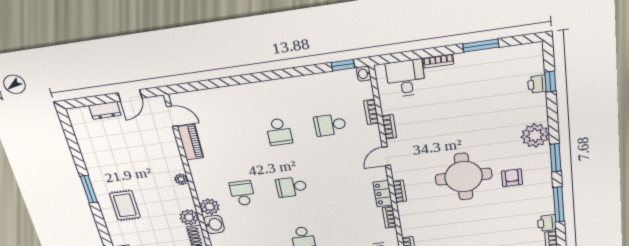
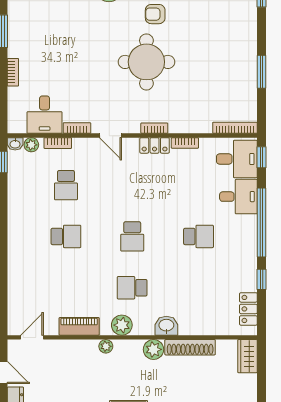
desk: (406, 78) -> (45, 115), moved, turned -90
plant: (365, 89) -> (31, 145), added
piano: (191, 142) -> (79, 326), moved
plant: (210, 207) -> (122, 325), moved

